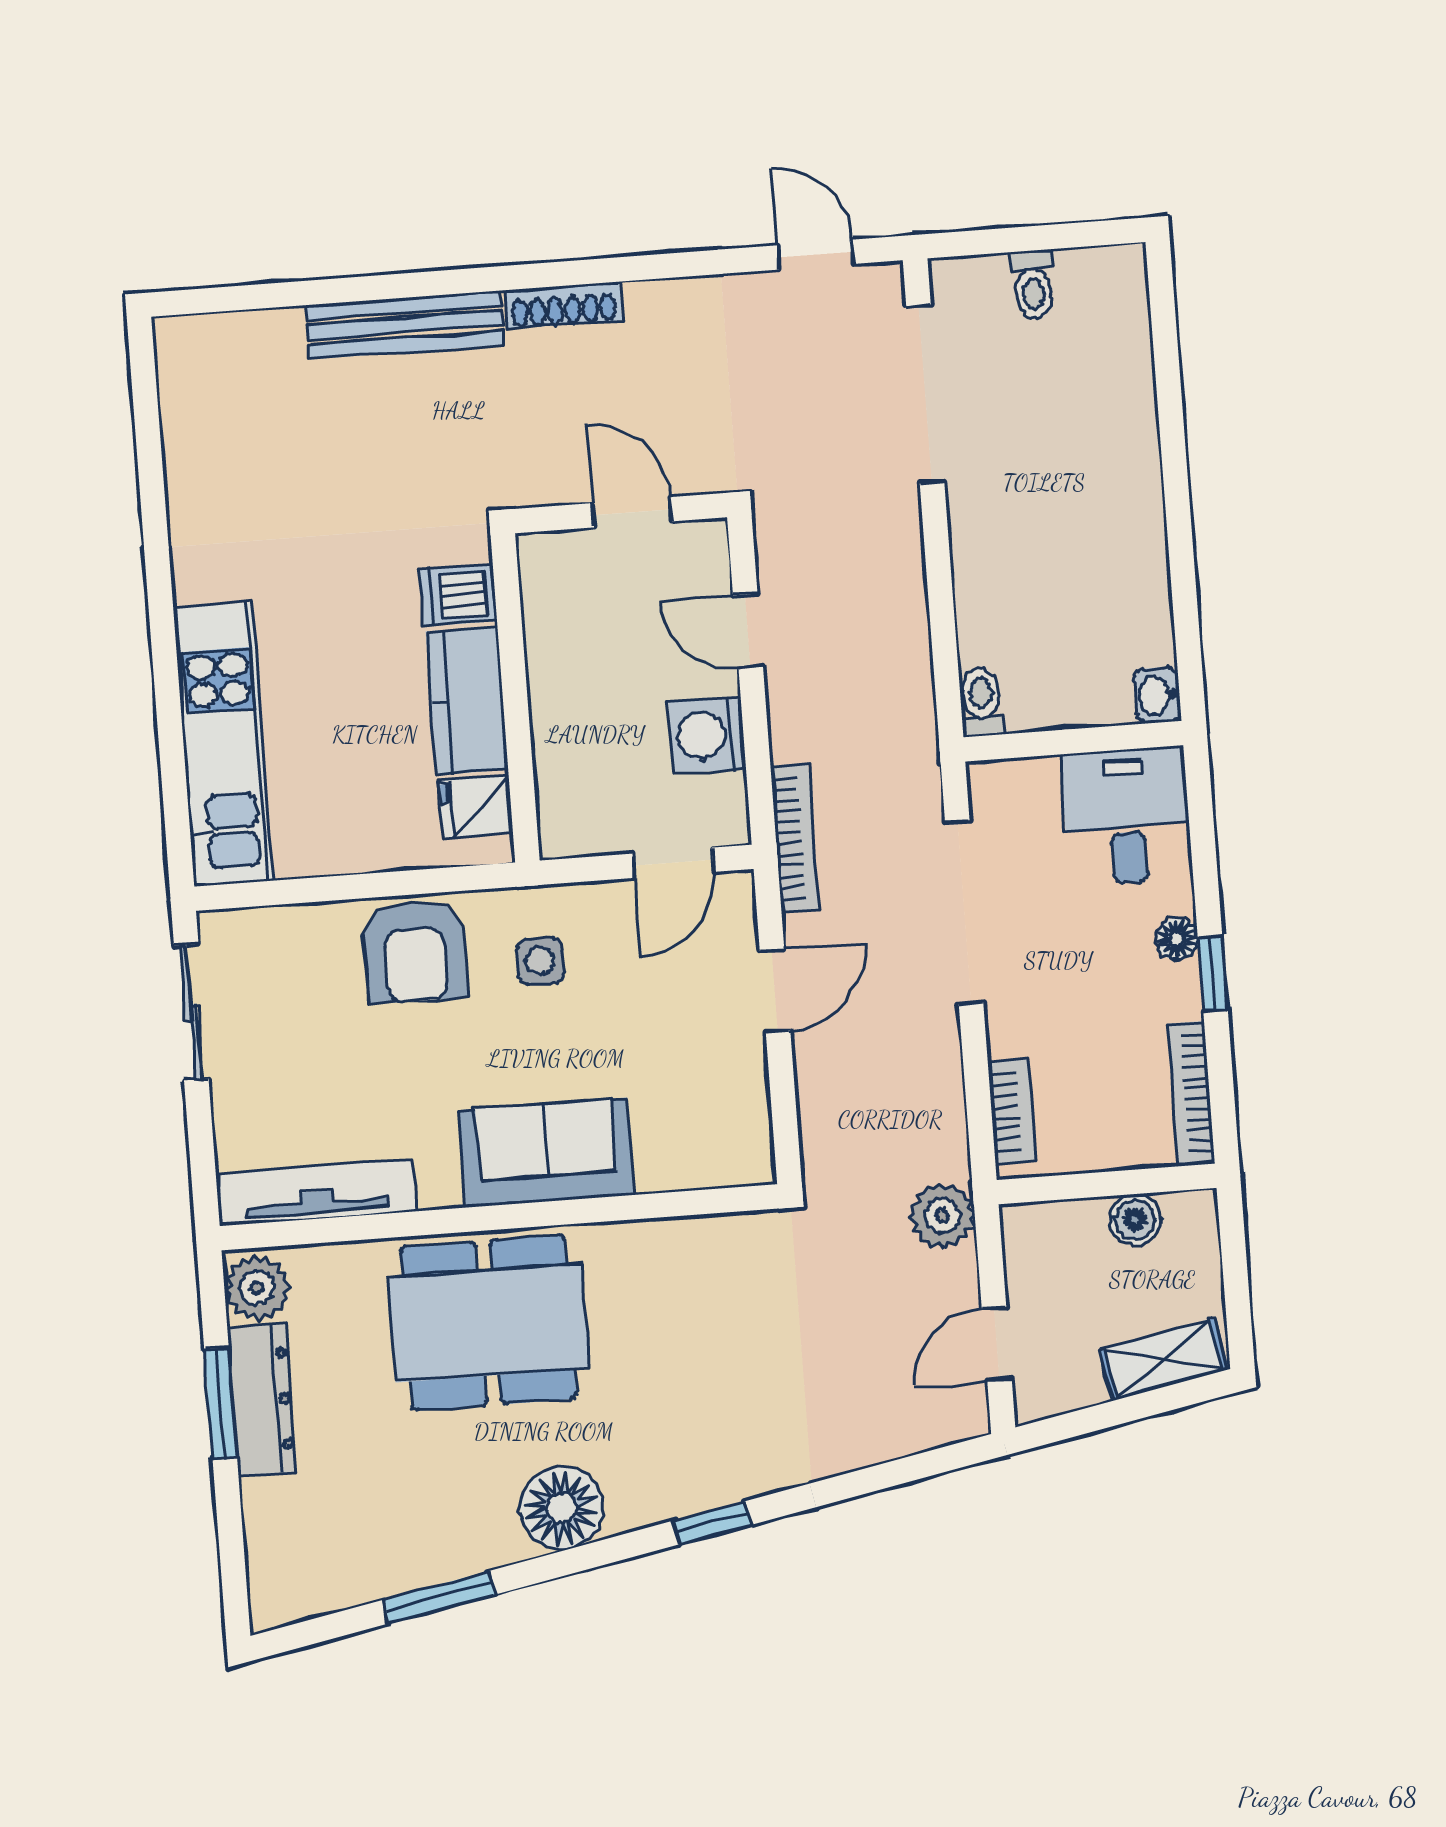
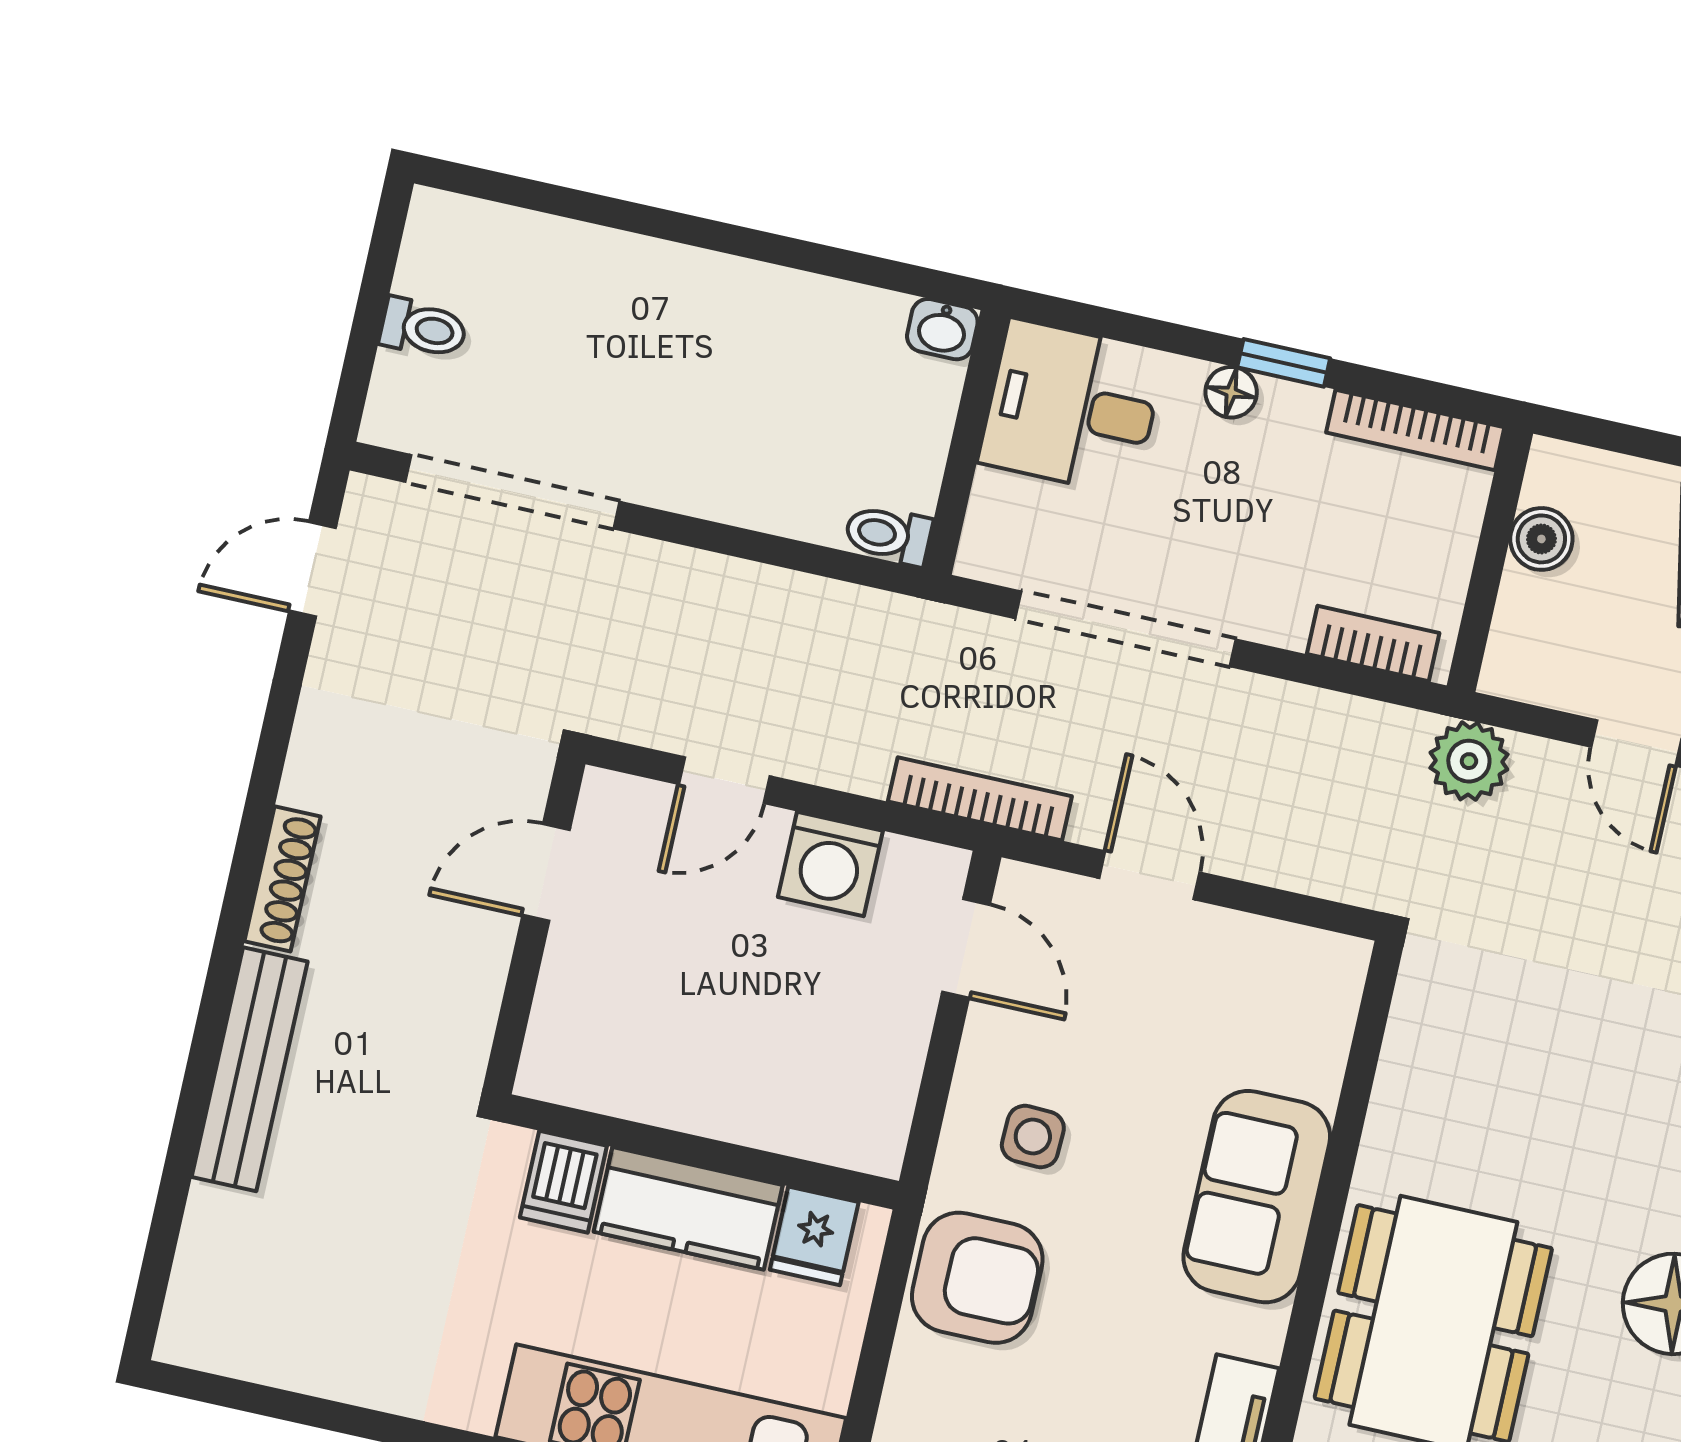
dishwasher: (458, 595) -> (563, 1182), moved
wall: (515, 698) -> (702, 1152), moved
kitchen counter: (467, 701) -> (688, 1208), moved
fridge: (476, 807) -> (814, 1236), moved

